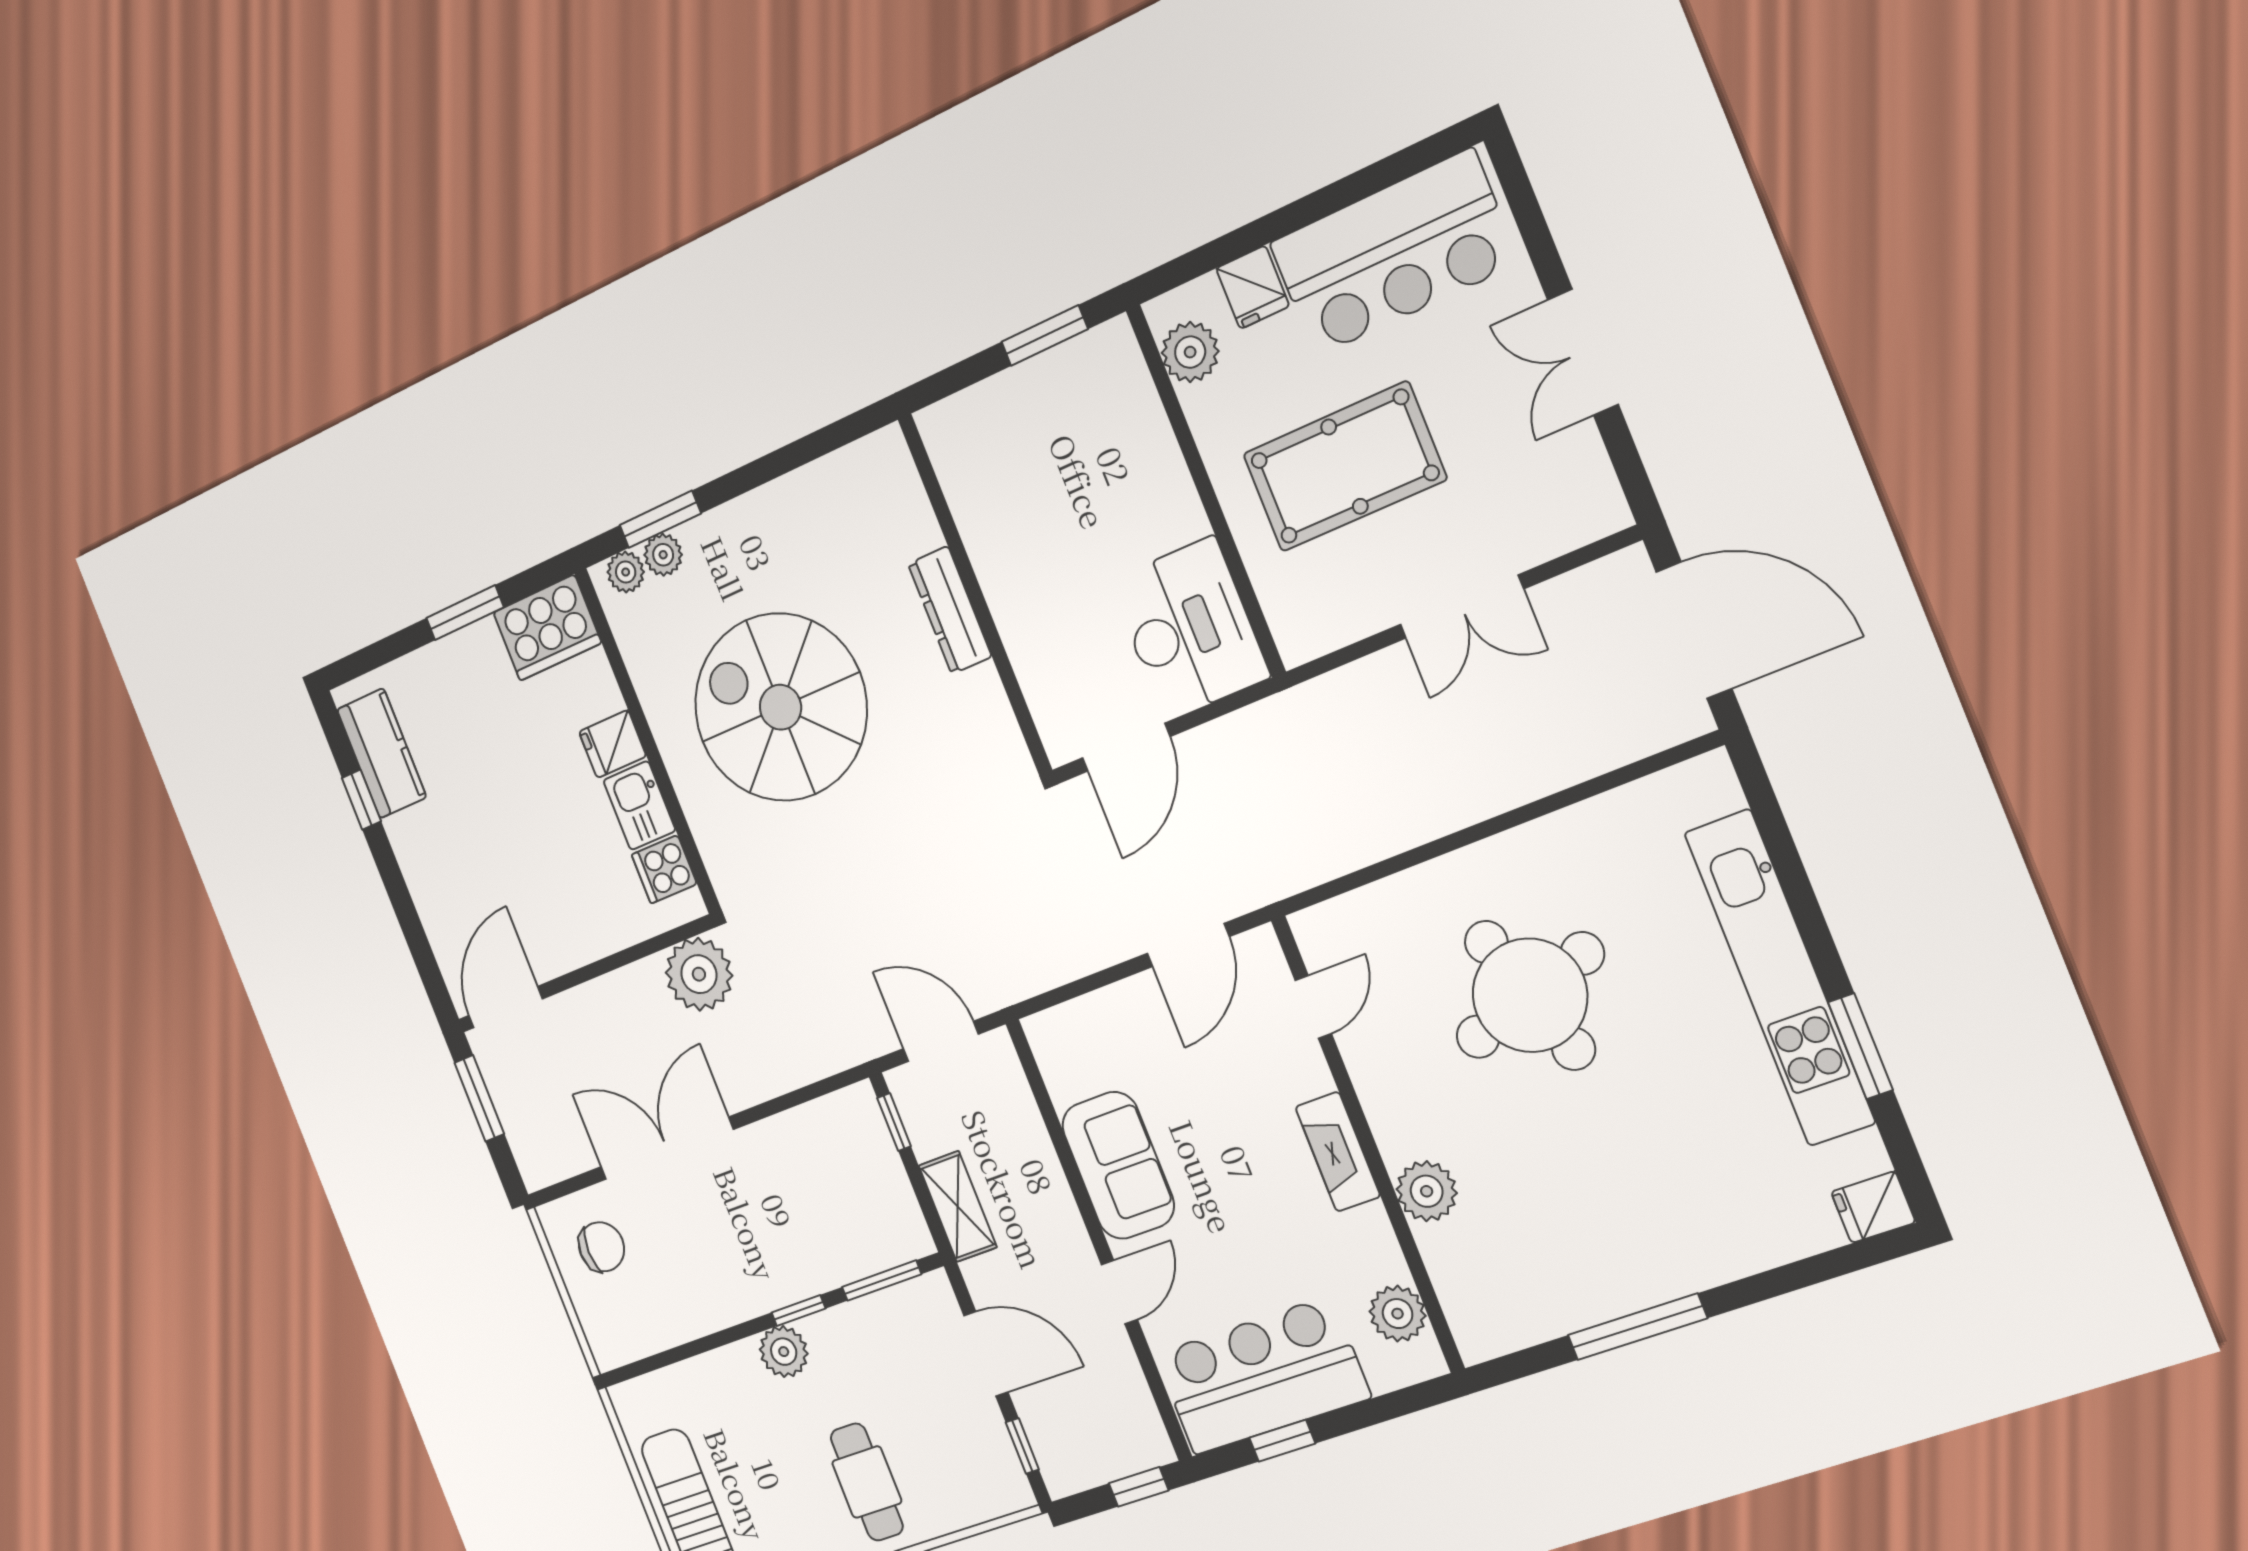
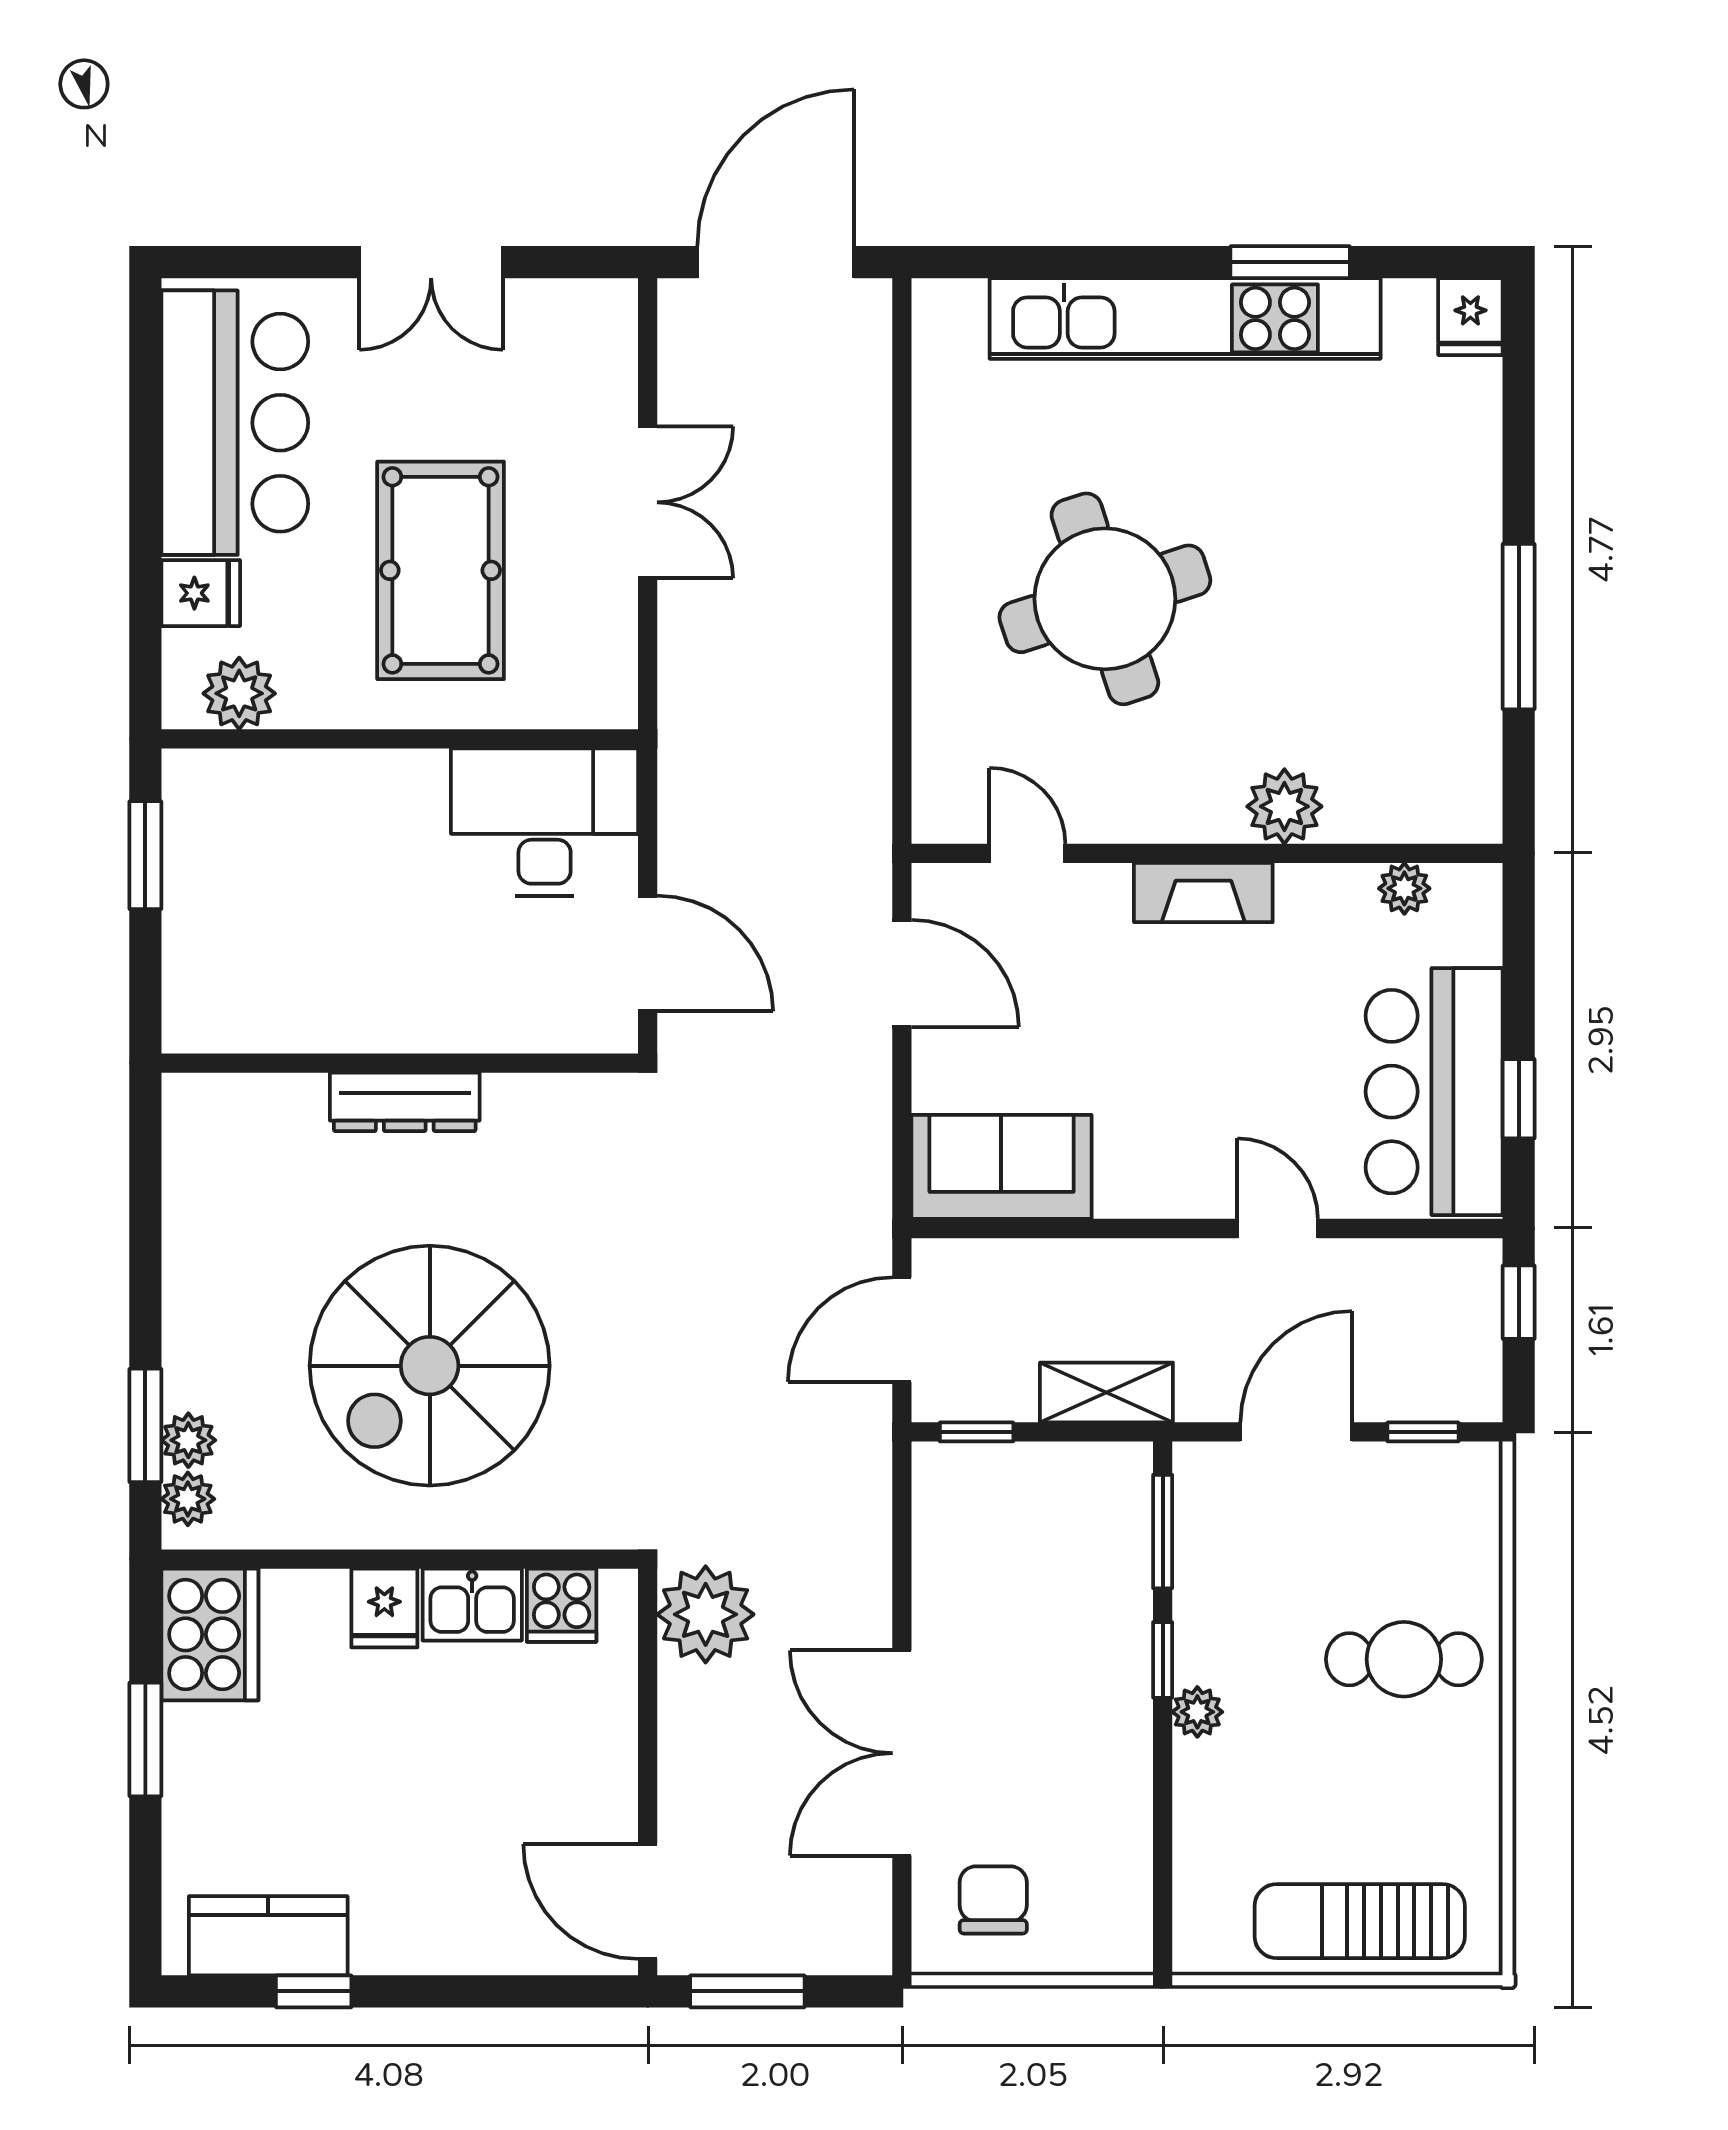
sofa: (1118, 1165) -> (1001, 1167), moved
plant: (1398, 1314) -> (1404, 888), width x0.73, depth x0.73
plant: (784, 1352) -> (1197, 1712), width x0.73, depth x0.73

